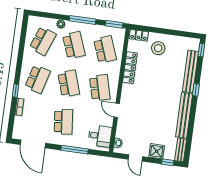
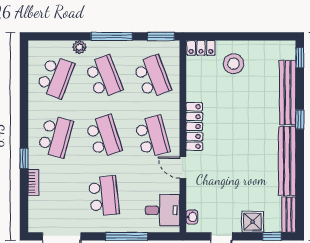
locker: (130, 68) -> (194, 127), moved

